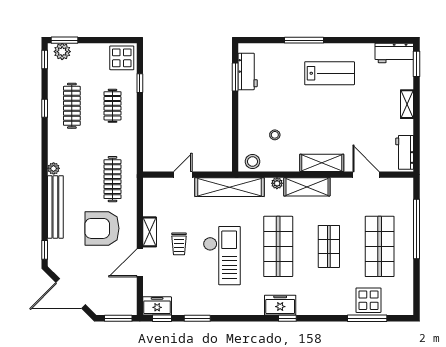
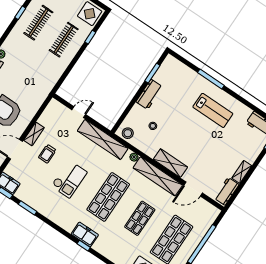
workbench: (248, 71) -> (149, 94), moved
shelving: (407, 104) -> (242, 172), moved
clothes rail: (112, 106) -> (64, 40), width x1.36
door: (366, 175) -> (193, 189), swing flipped
clothes rail: (112, 179) -> (33, 85), removed
shelving: (307, 187) -> (158, 176), width x1.47
checkout: (222, 256) -> (69, 179), width x0.73, depth x0.83

